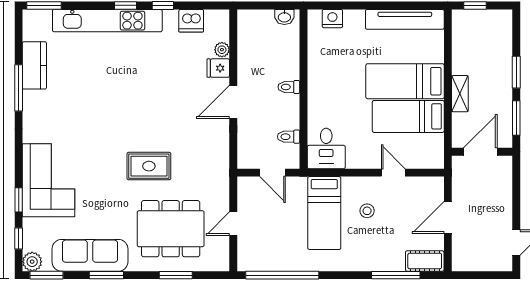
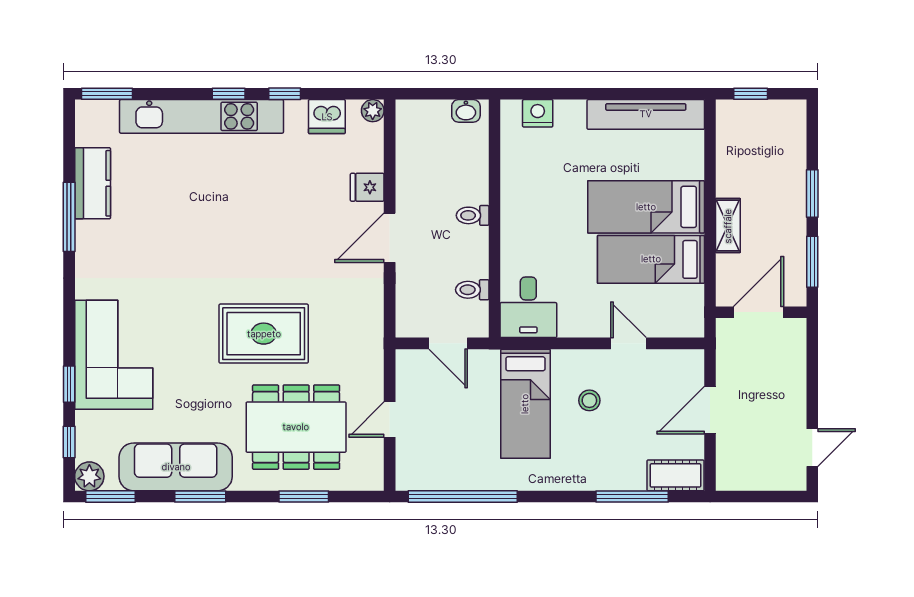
plant: (222, 50) -> (373, 111), moved
rug: (149, 166) -> (264, 334), width x1.36, depth x1.43

